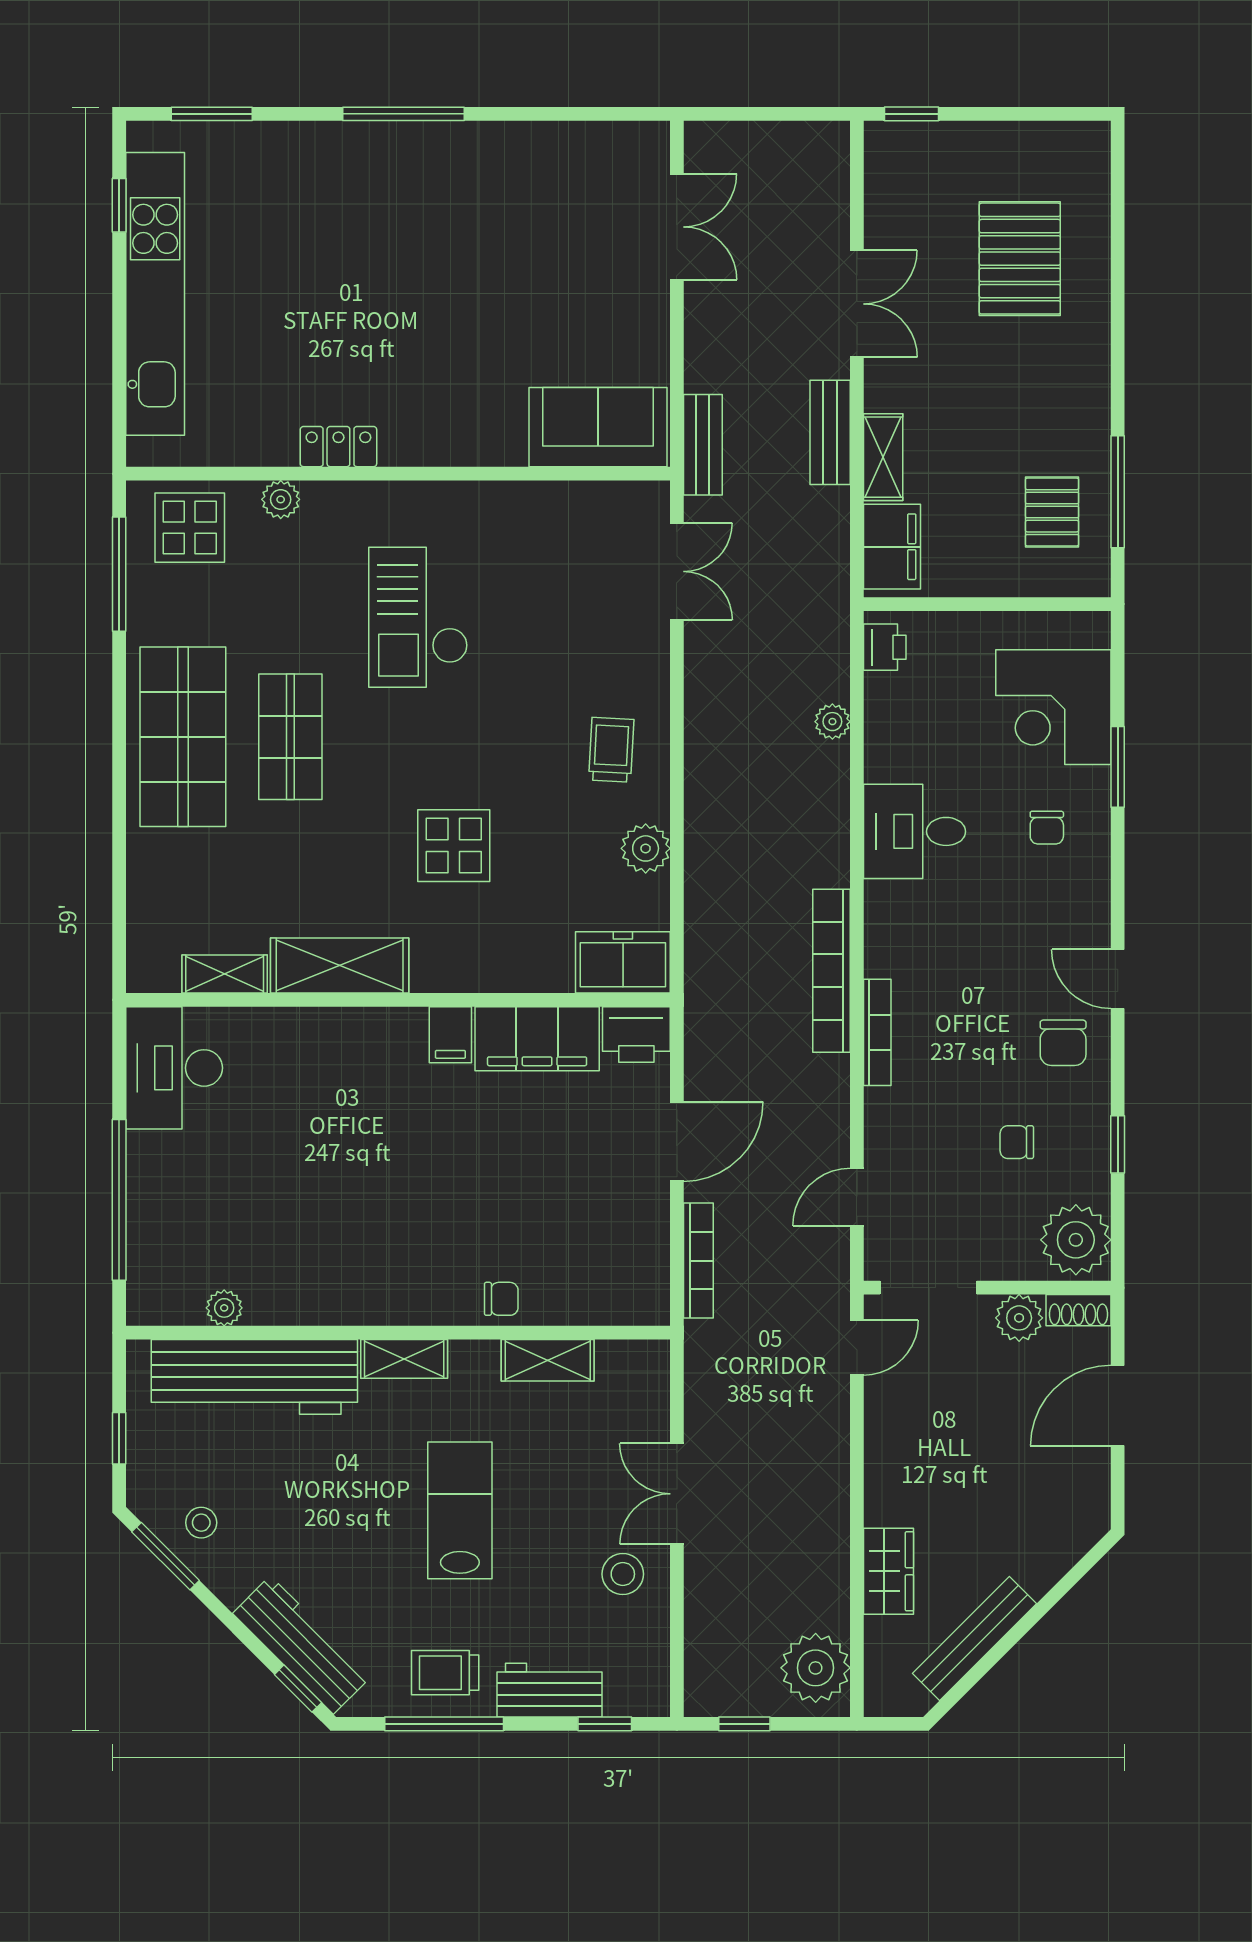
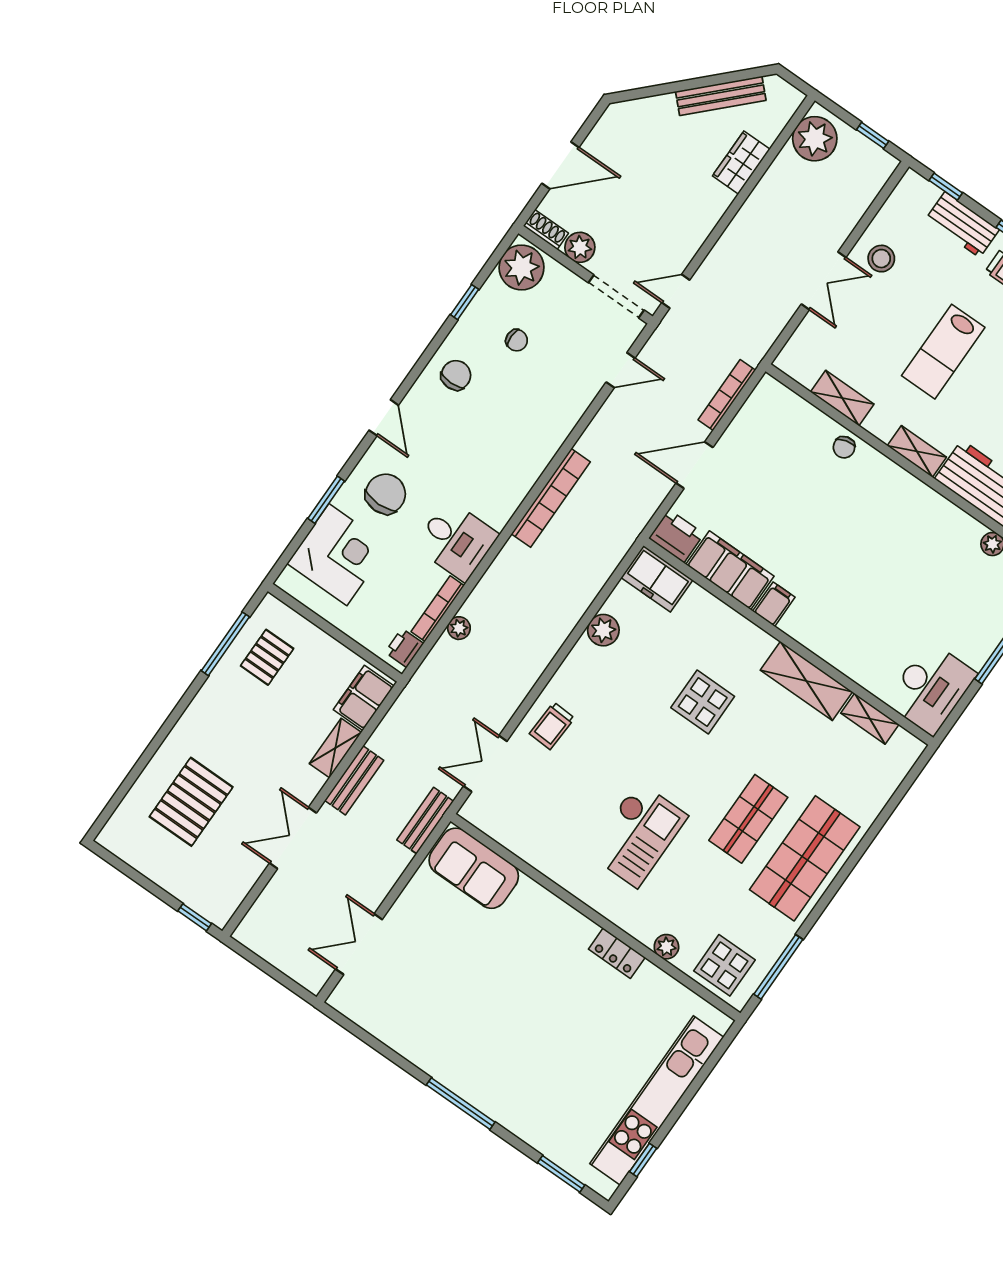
trolley: (611, 750) -> (552, 726), moved
chair: (1047, 828) -> (386, 494), width x1.87, depth x1.87
door: (1118, 979) -> (384, 418), moved
bookcase: (877, 1032) -> (438, 609), moved
chair: (501, 1299) -> (844, 447), turned -105

